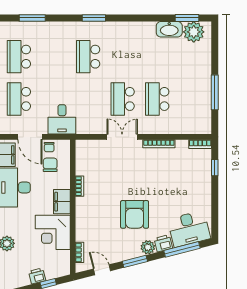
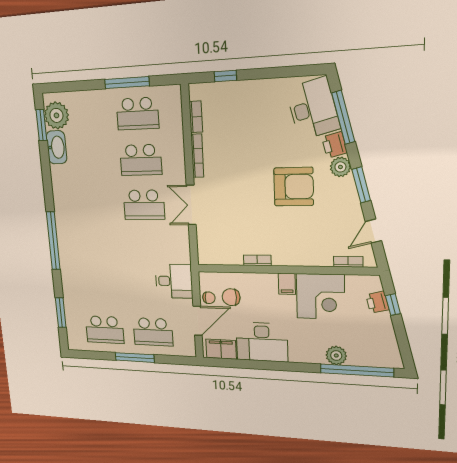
window: (94, 18) -> (53, 241), width x2.11
school desk: (88, 57) -> (137, 114), moved
bookcase: (200, 144) -> (196, 117), moved
filing cabinet: (62, 202) -> (287, 284), width x0.50
printer: (37, 276) -> (377, 302), moved

